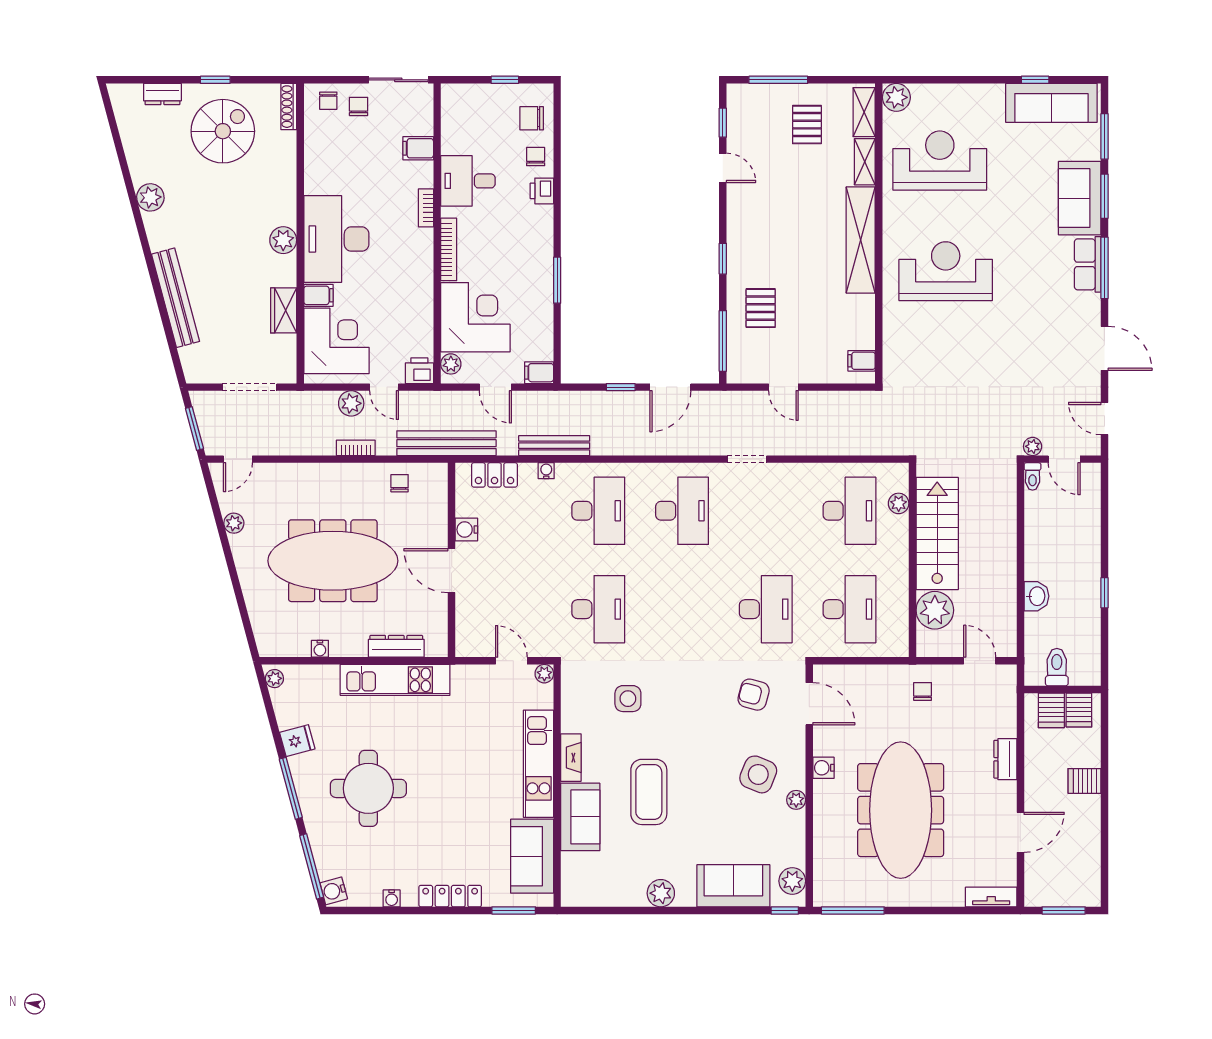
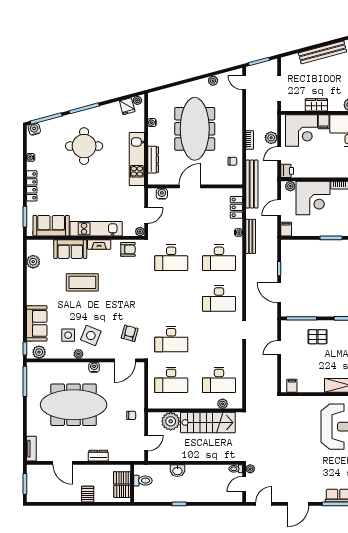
water cooler: (466, 530) -> (162, 194), moved
armchair: (581, 698) -> (128, 249), added
side table: (628, 699) -> (68, 335), moved
fridge: (297, 741) -> (127, 106), moved
plant: (661, 893) -> (33, 262), moved

